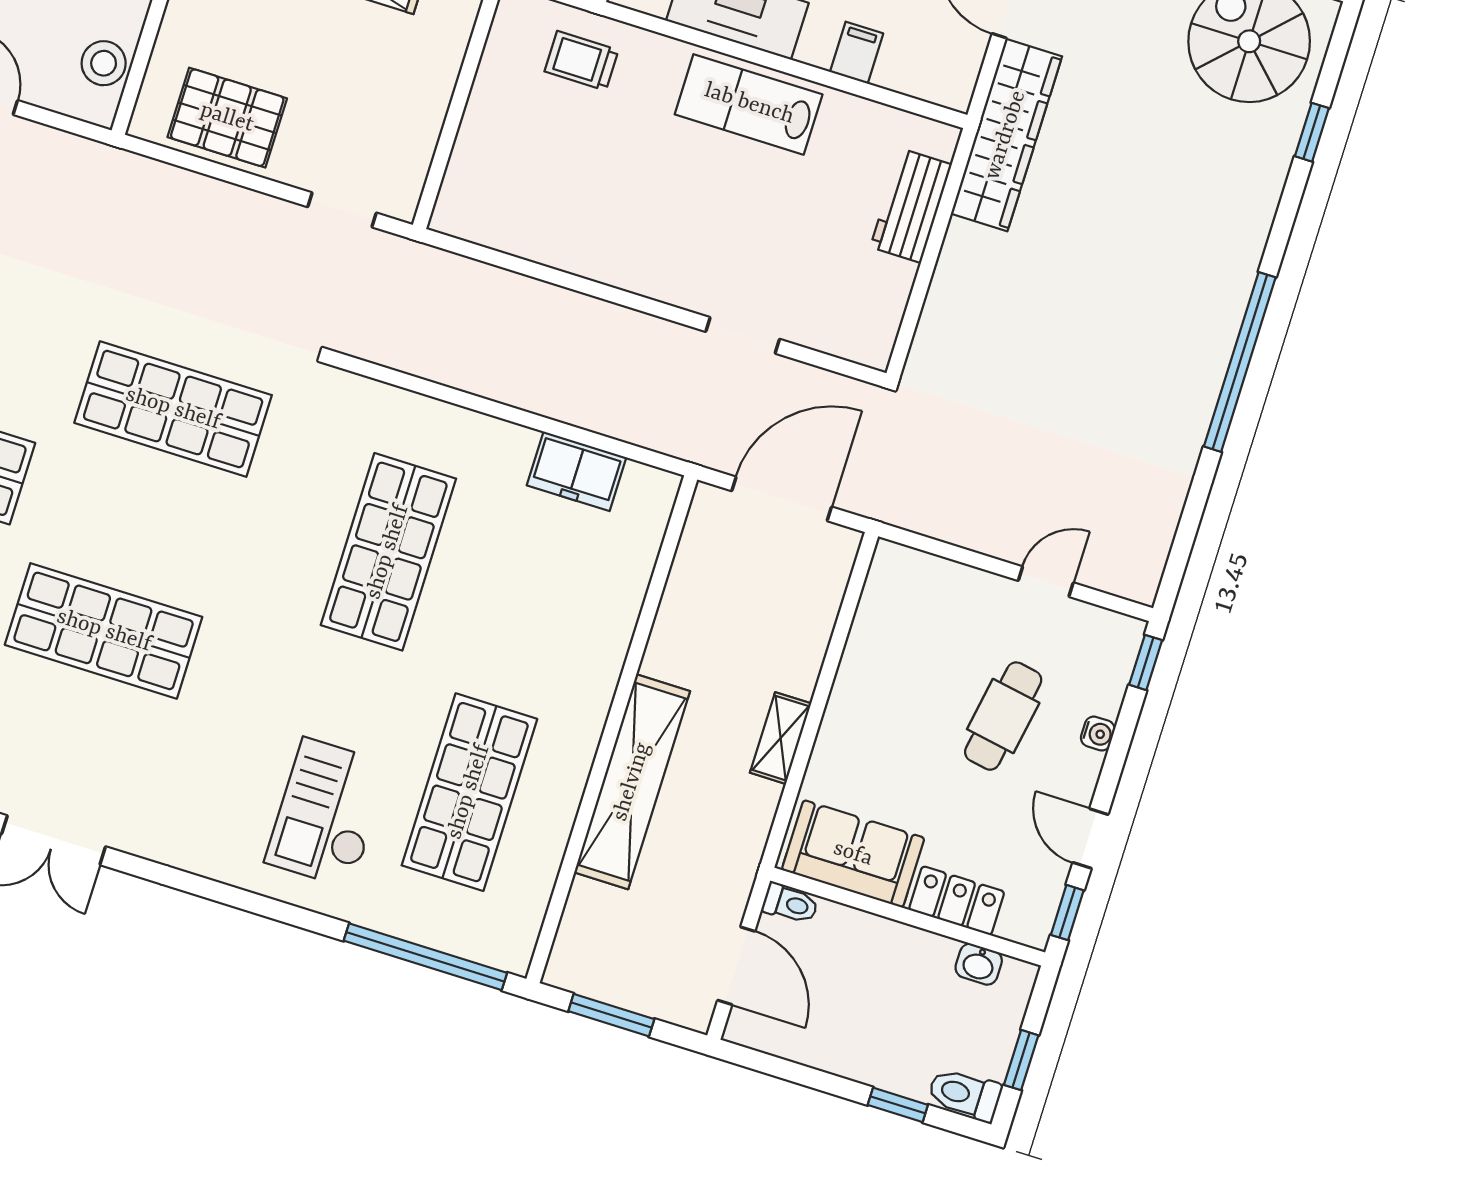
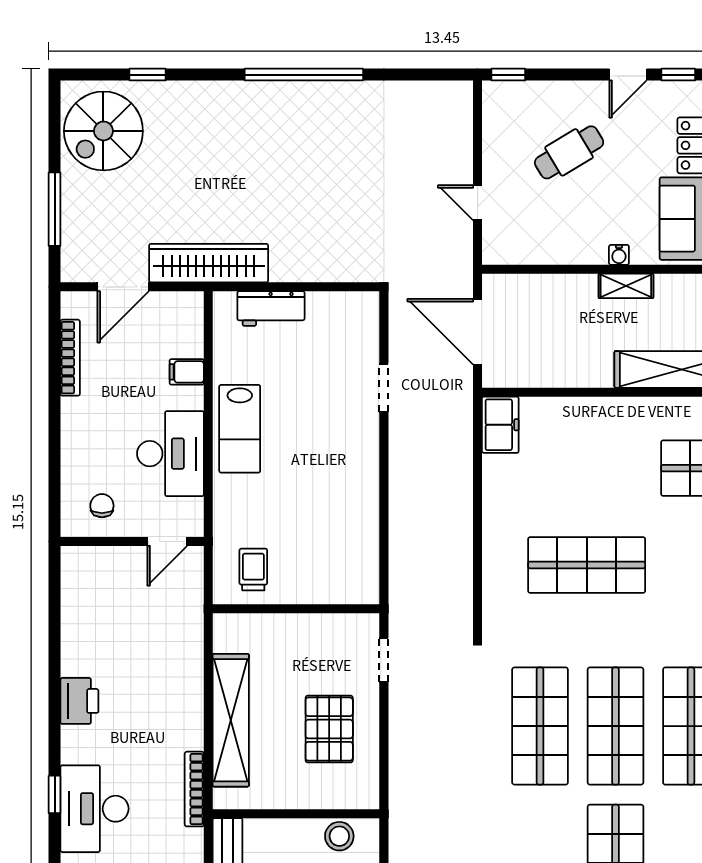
trolley: (581, 61) -> (253, 570), moved, turned 180
pallet: (227, 118) -> (329, 729), moved
freezer: (577, 471) -> (500, 425), moved
shop shelf: (138, 520) -> (615, 726), added
door: (1046, 582) -> (478, 203), moved
cafe table: (1003, 716) -> (569, 152), turned -41
water cooler: (1098, 734) -> (619, 255), moved, turned 180

